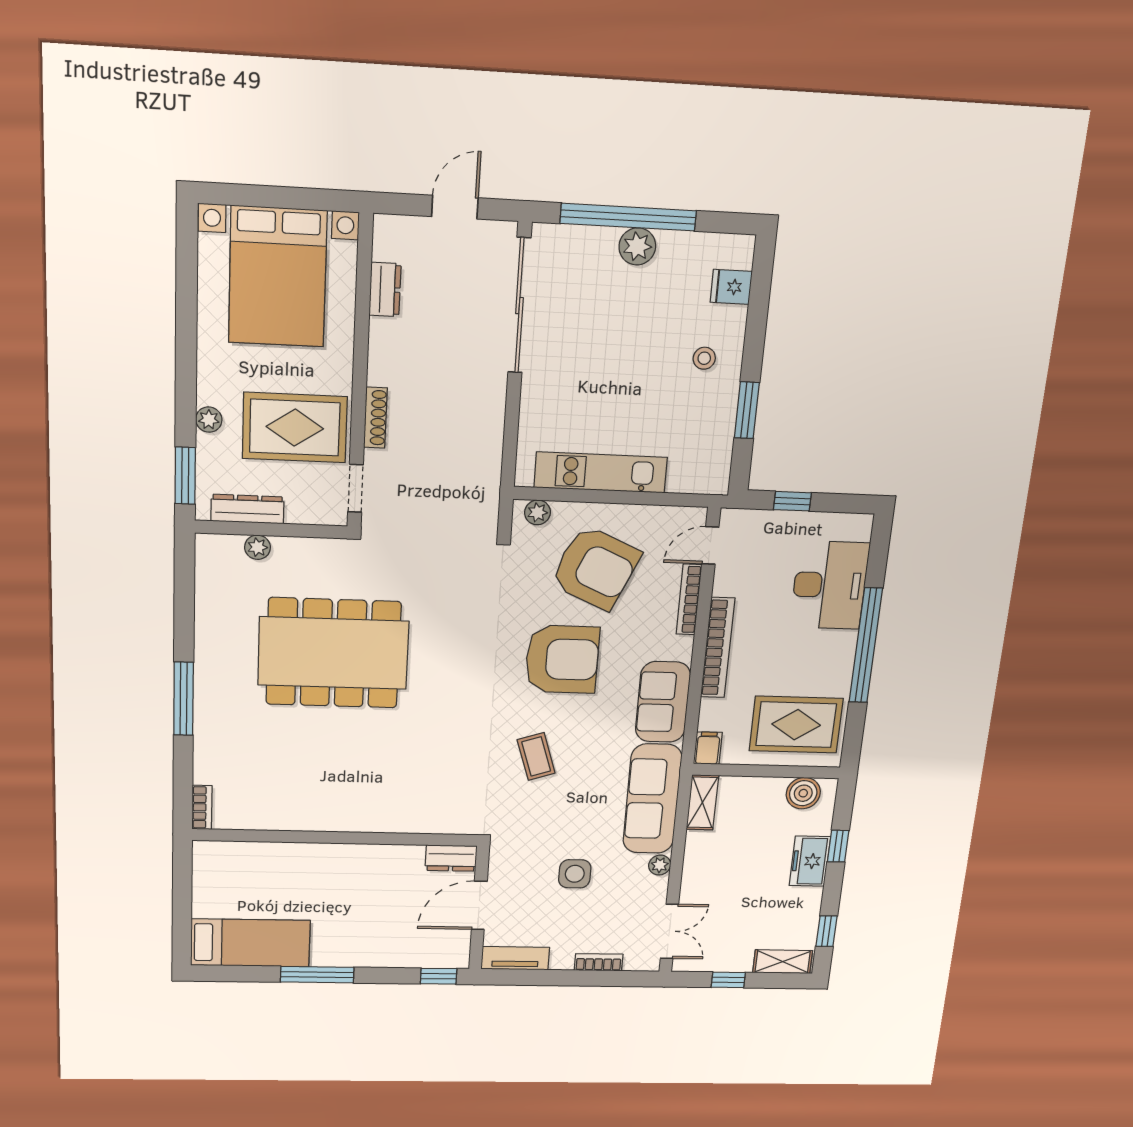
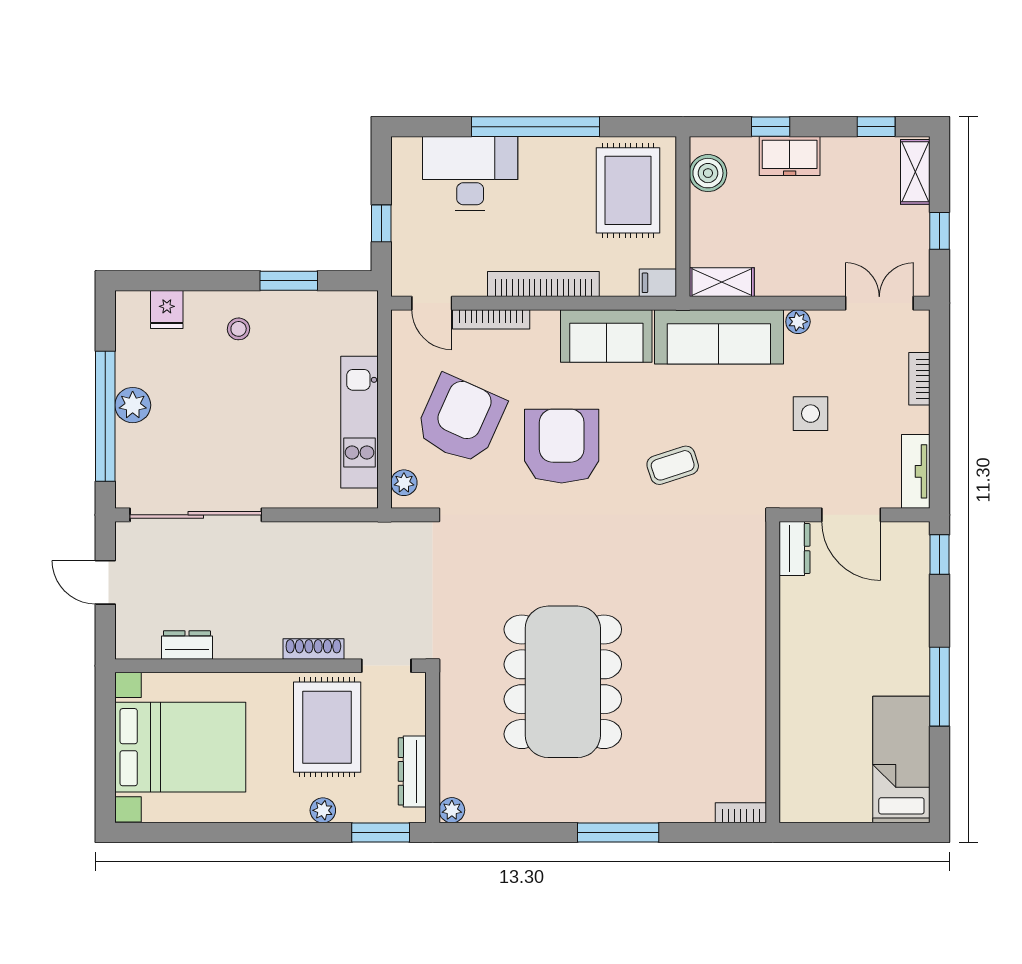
plant: (258, 547) -> (452, 810), moved

